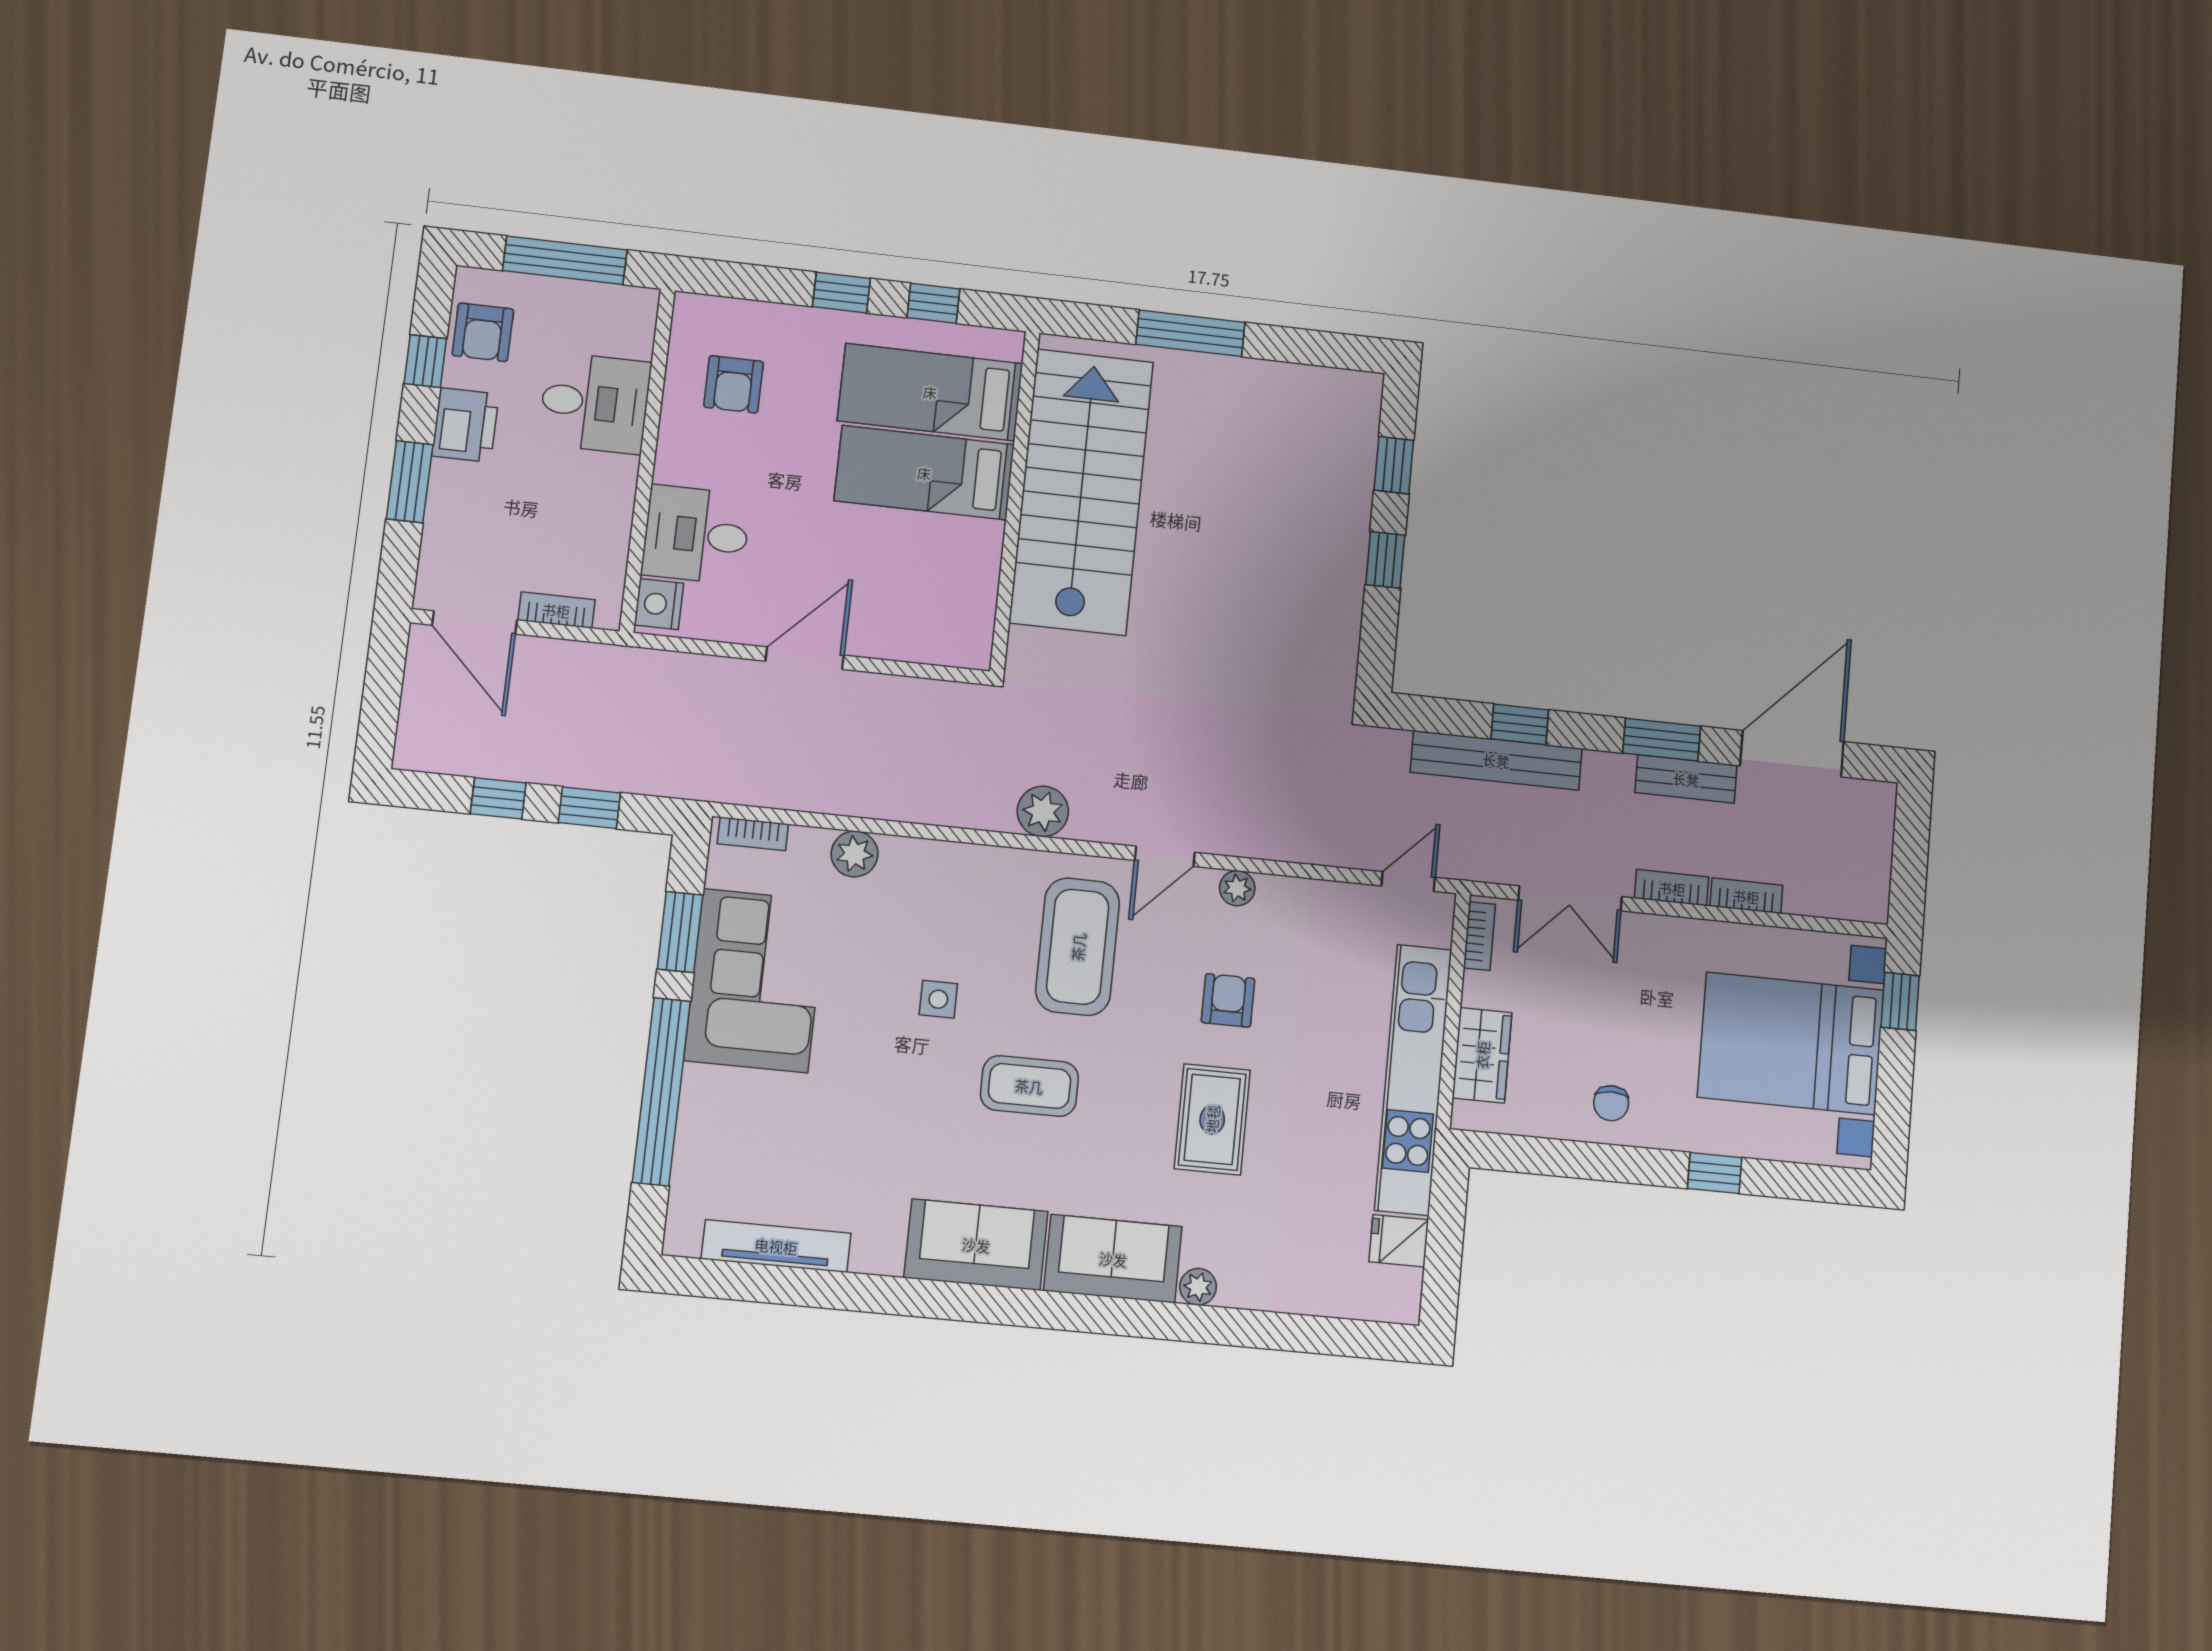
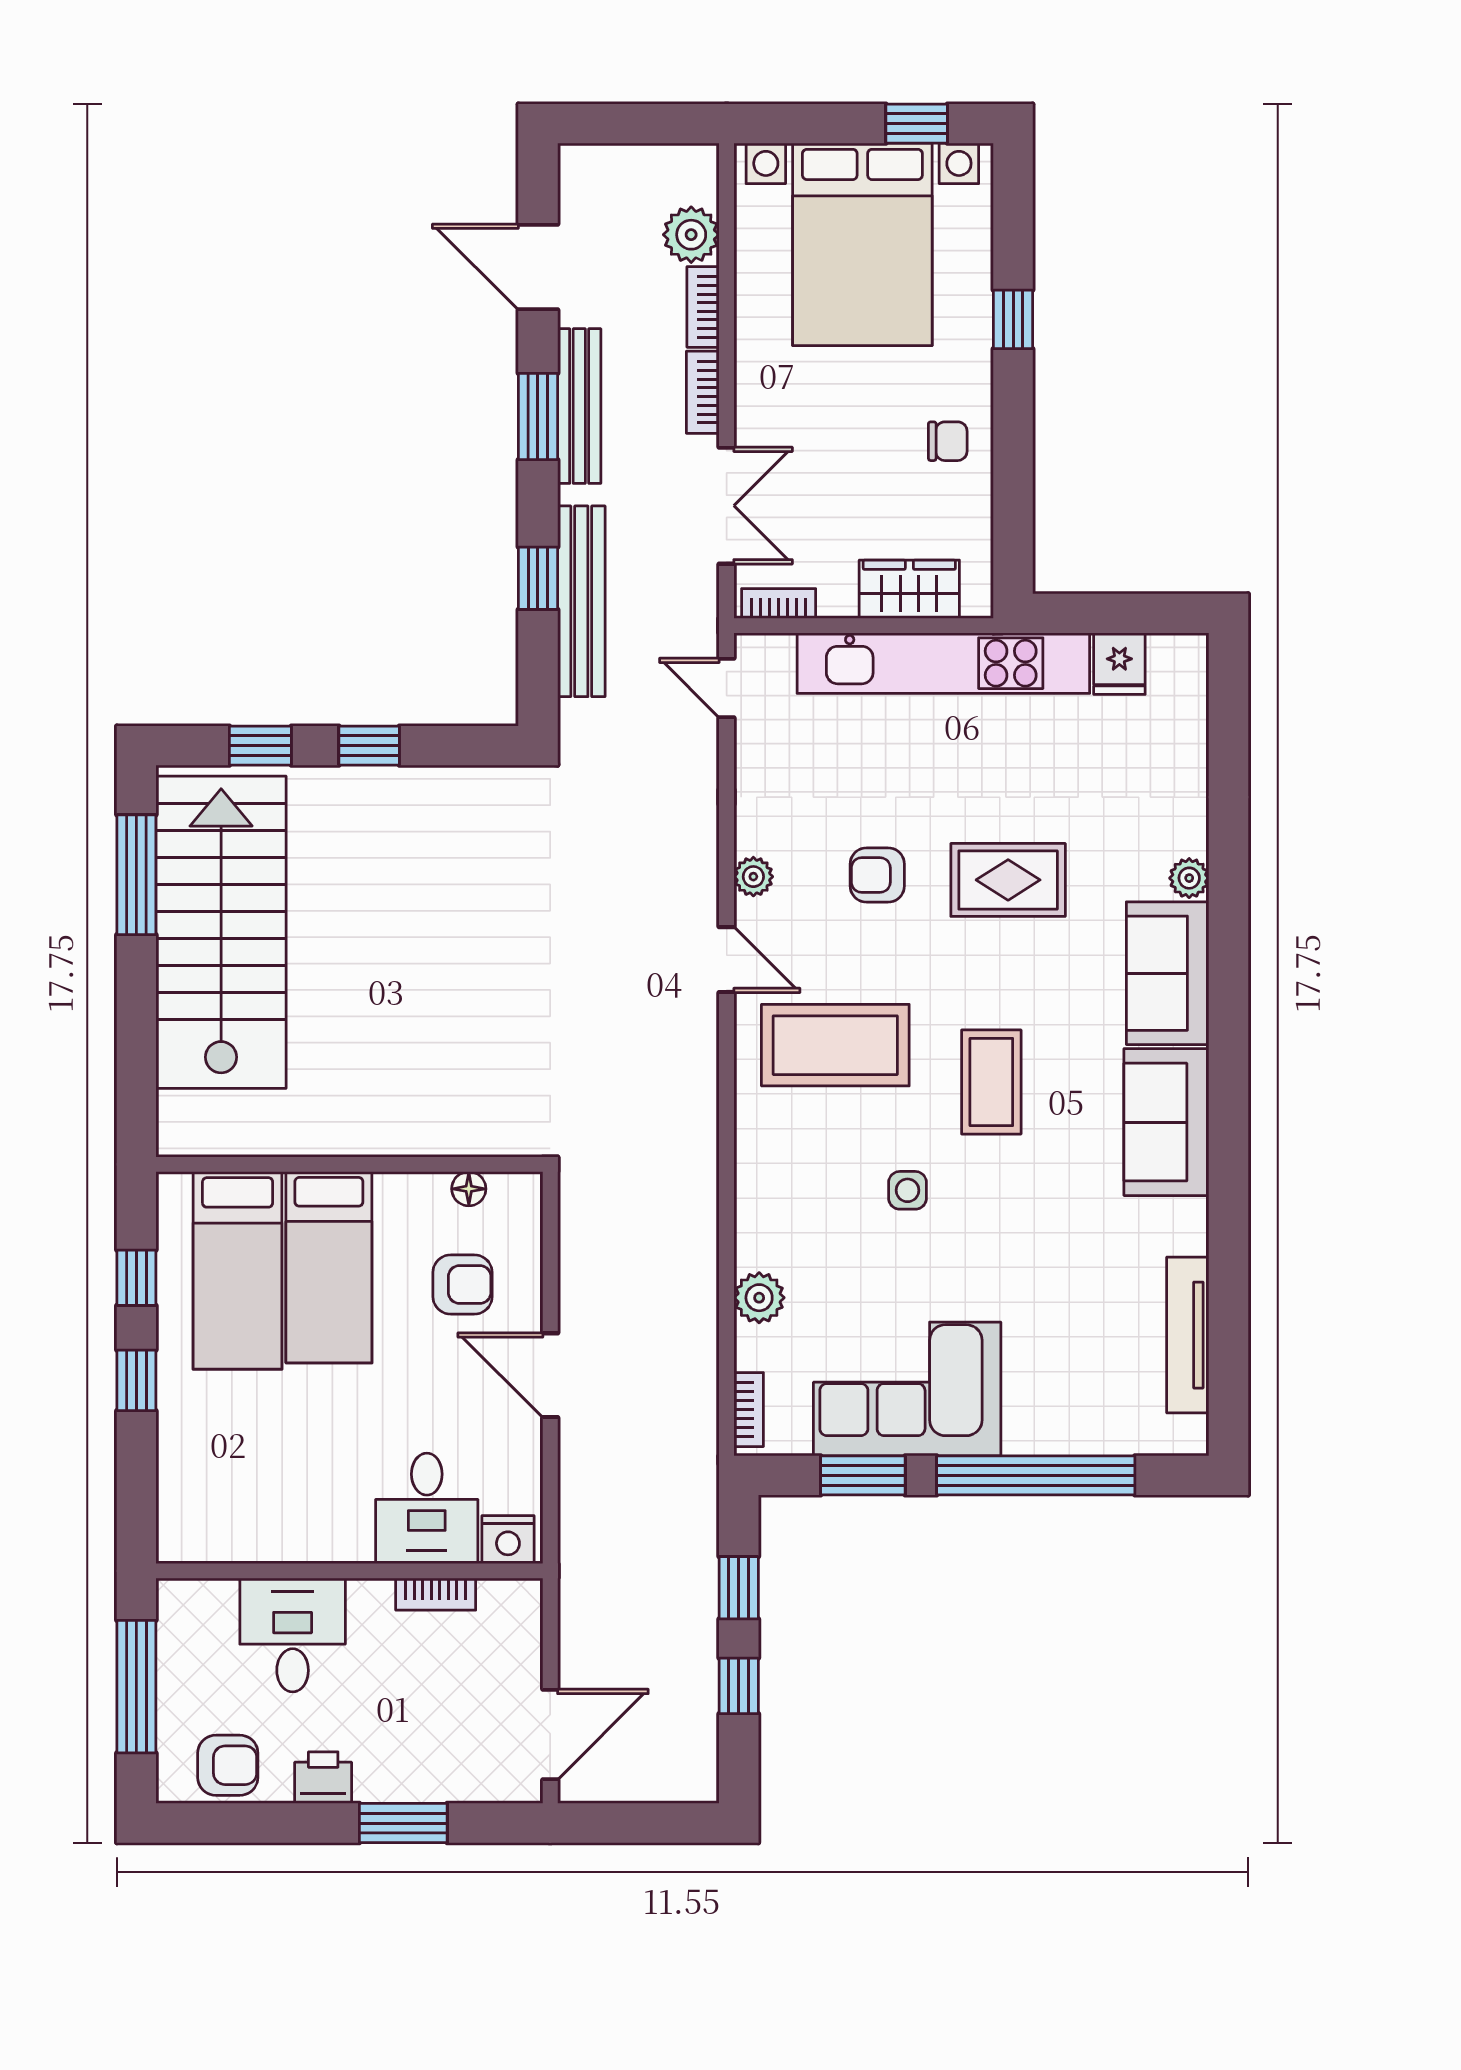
window: (1190, 333) -> (136, 875), moved
window: (425, 361) -> (267, 1823), removed
armchair: (734, 384) -> (463, 1285), moved
printer: (465, 425) -> (323, 1778), width x0.73, depth x0.81
stairs: (1081, 492) -> (221, 932), moved, turned 90
floor lamp: (982, 604) -> (469, 1189), added
bookcase: (556, 610) -> (436, 1594), moved, turned -90
door: (1792, 754) -> (538, 267), width x0.73
bench: (1686, 779) -> (579, 406), width x1.36
plant: (1043, 811) -> (691, 235), moved
window: (1900, 1001) -> (917, 124), moved

